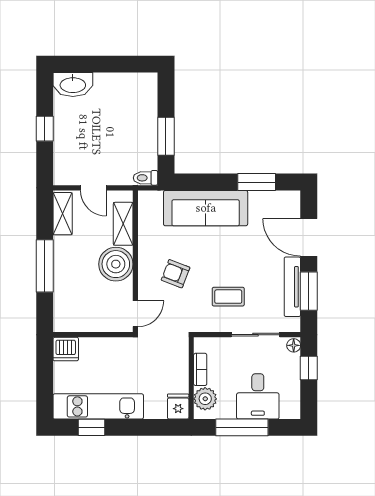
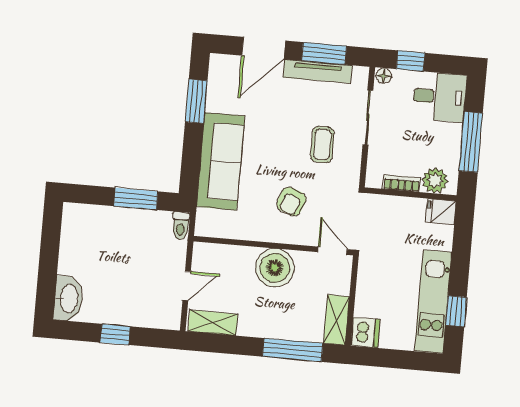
shelving: (123, 224) -> (336, 320), moved, turned 90
window: (45, 266) -> (293, 350), moved
desk: (258, 396) -> (440, 97), moved

